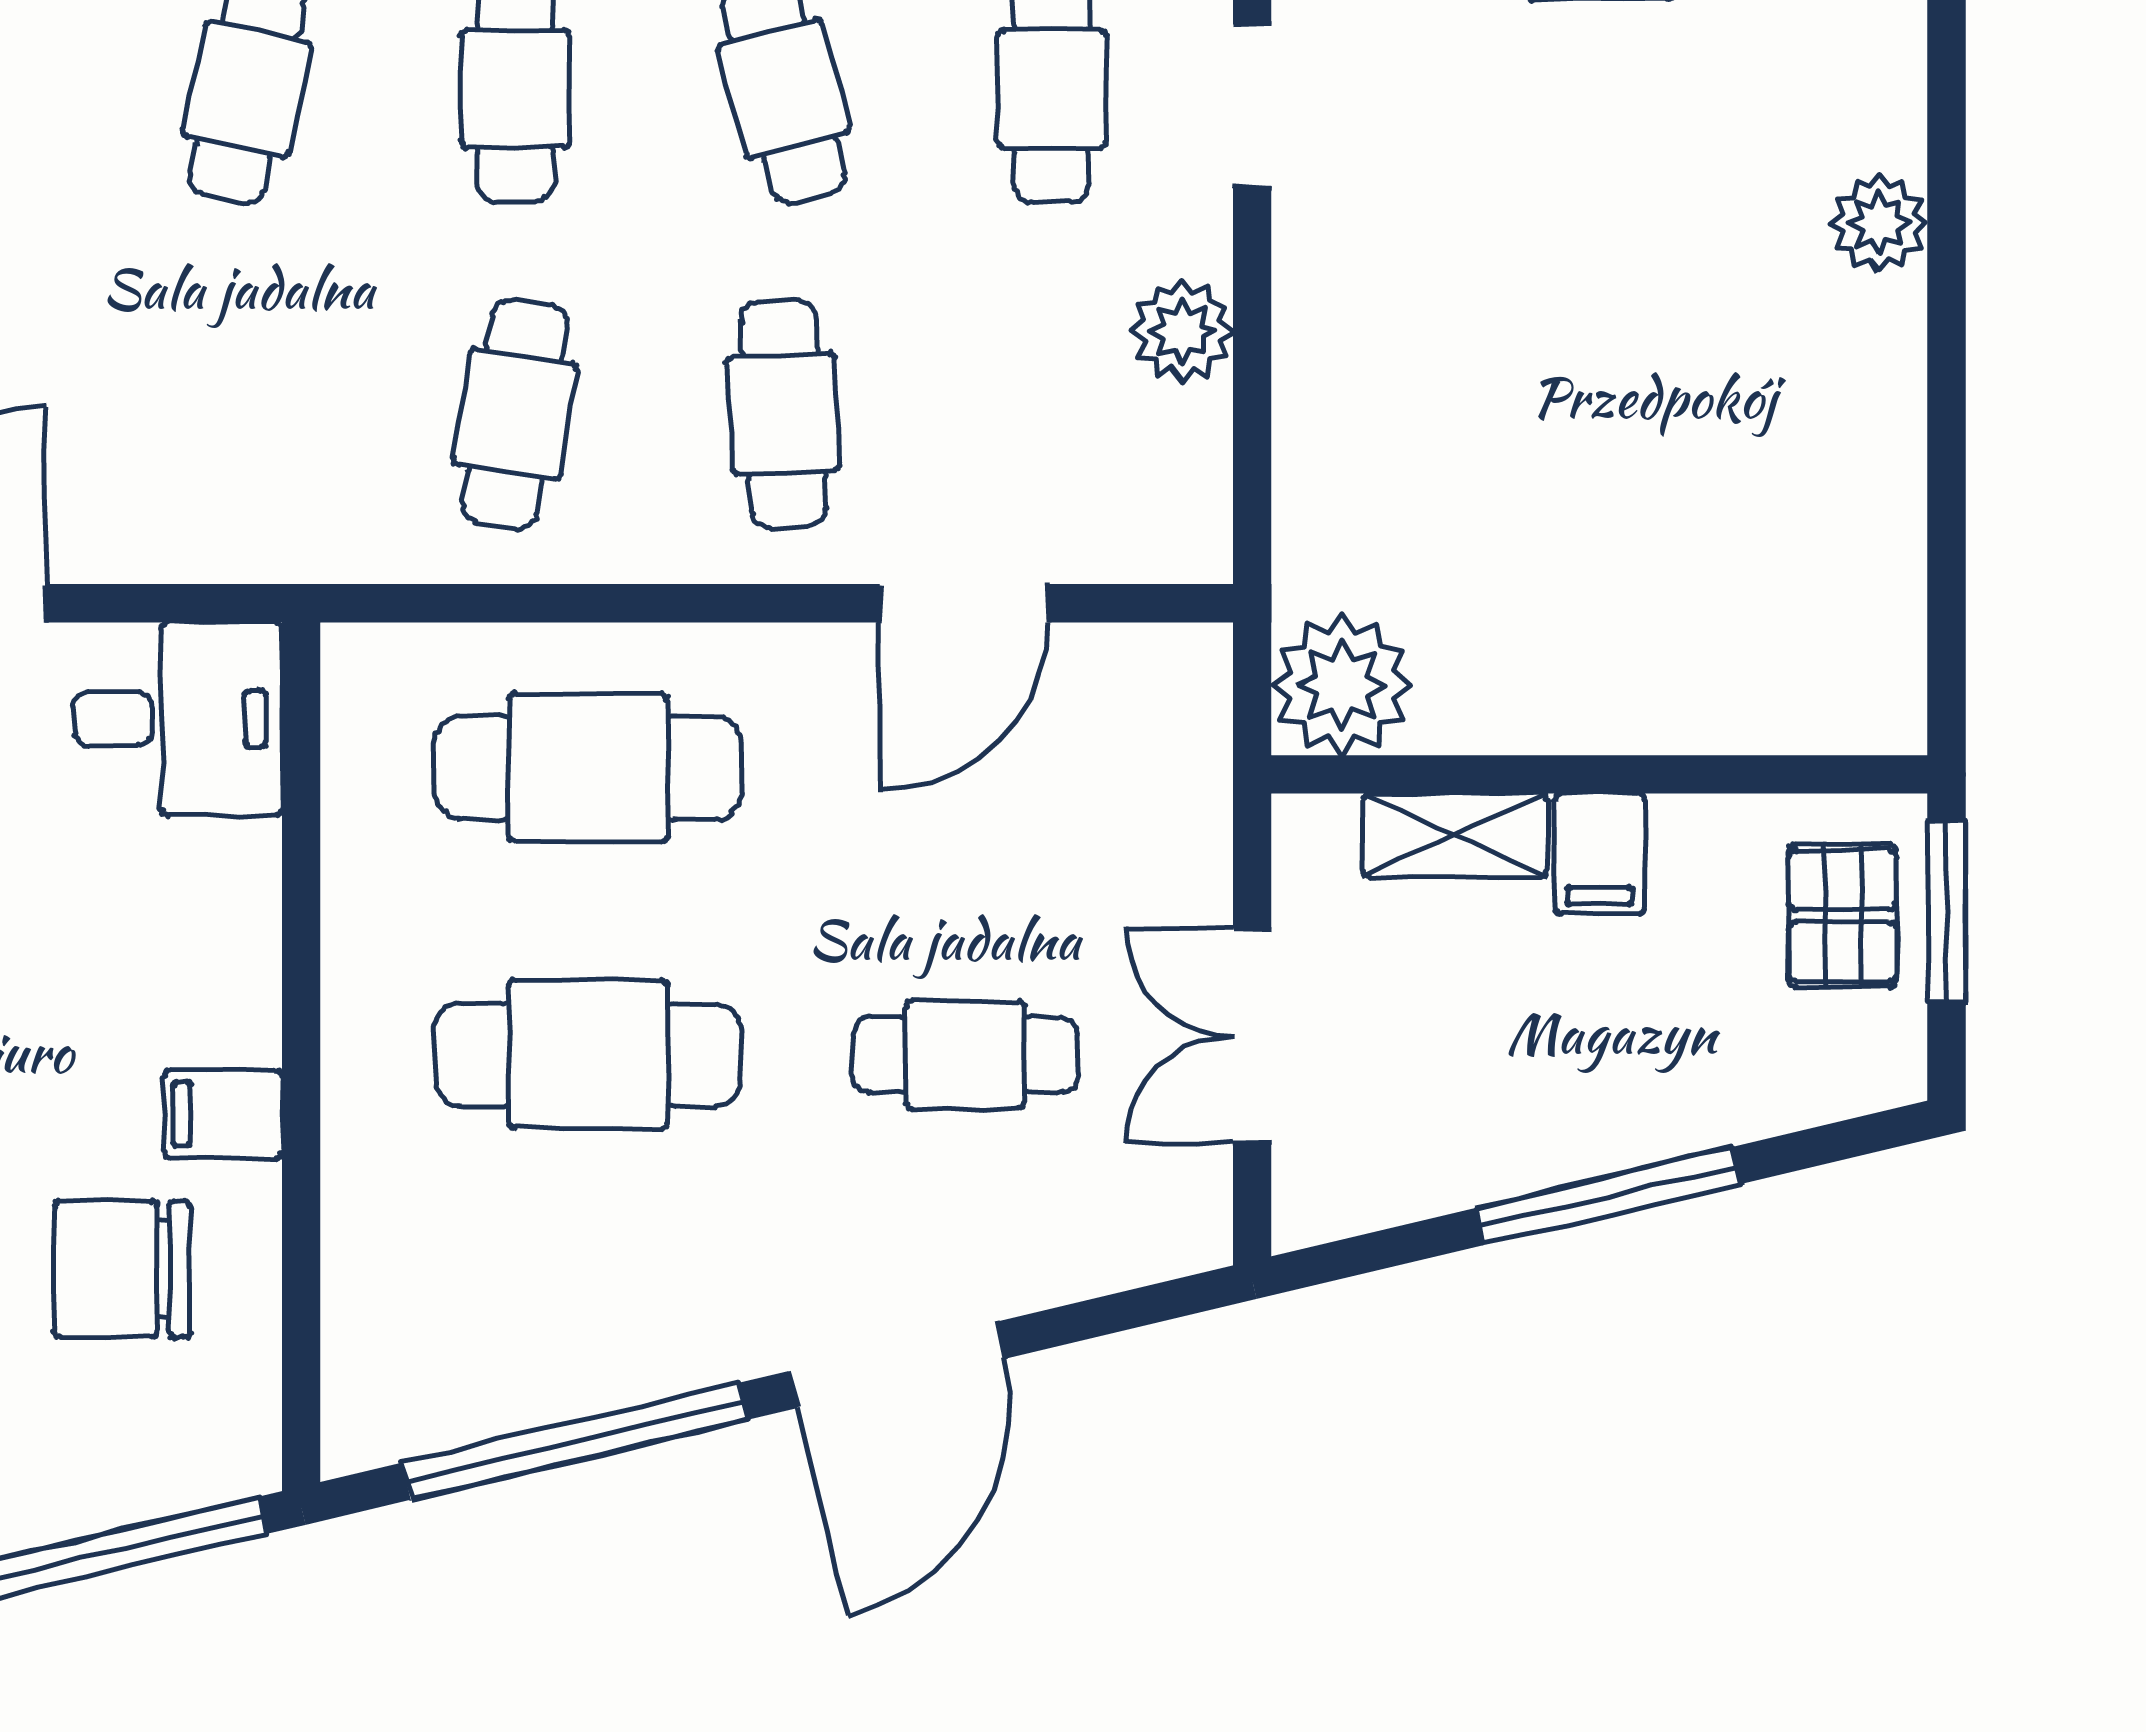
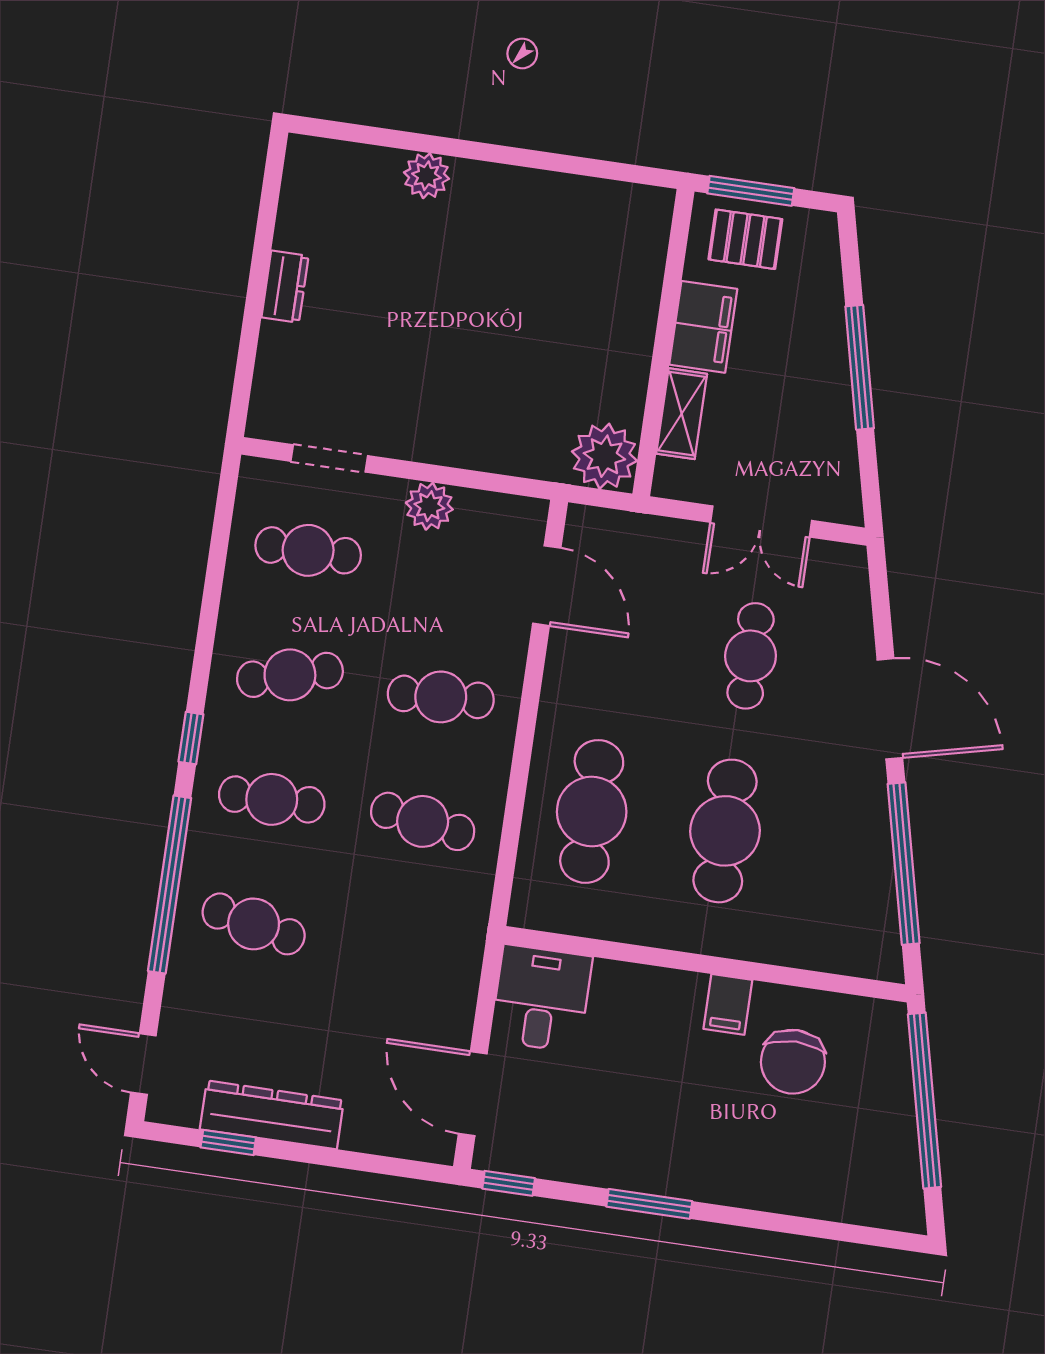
door: (964, 603) -> (547, 586), moved
filing cabinet: (1600, 854) -> (703, 327), width x2.00

